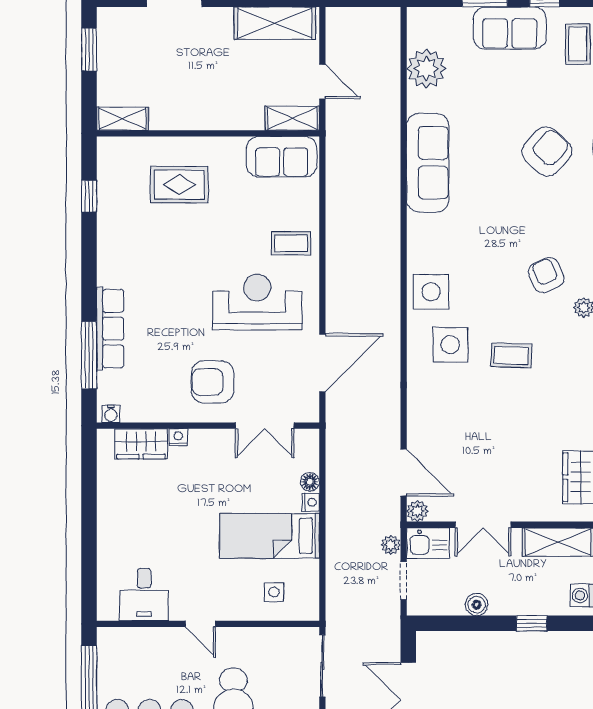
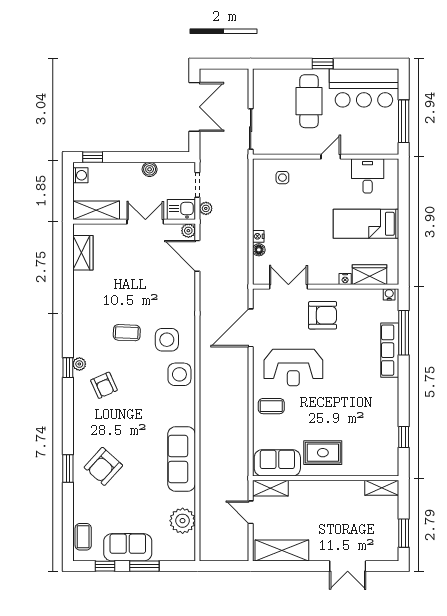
rug: (179, 185) -> (323, 453), moved
bed: (270, 536) -> (366, 224), moved, turned 180
window: (532, 623) -> (93, 157), moved
door: (200, 624) -> (331, 157), hinge flipped

